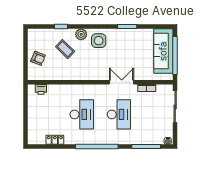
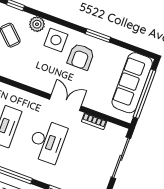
armchair: (121, 46) -> (81, 57), added

